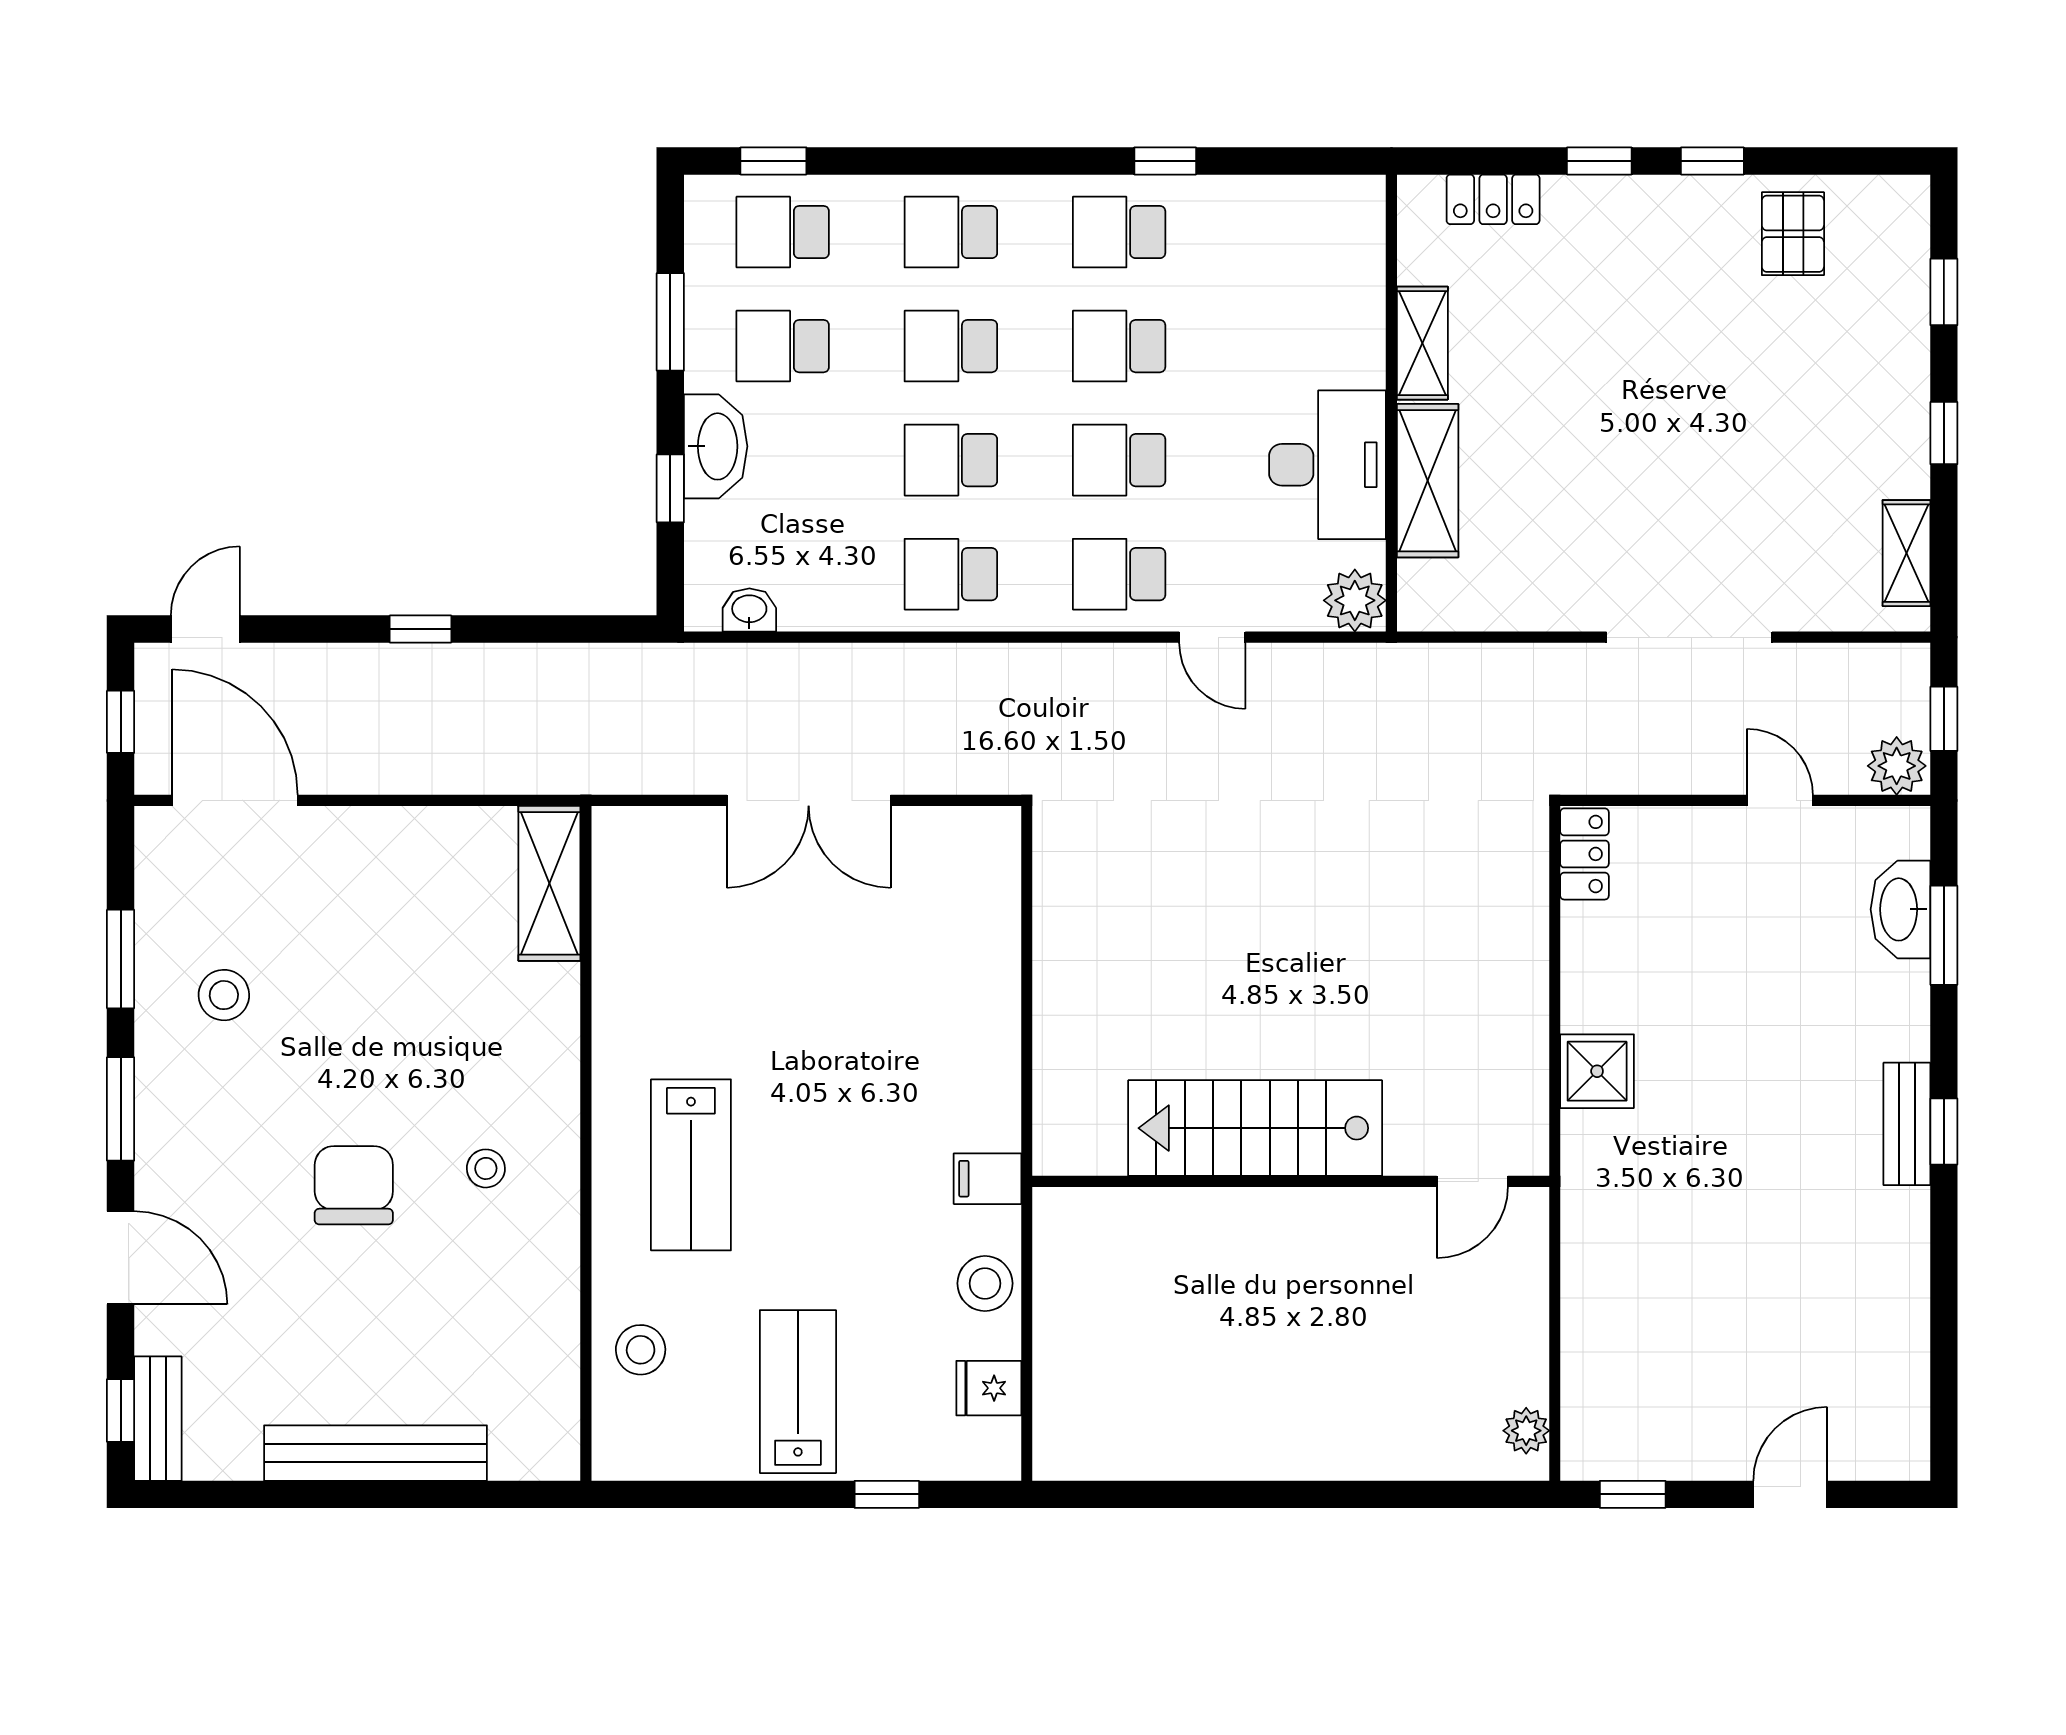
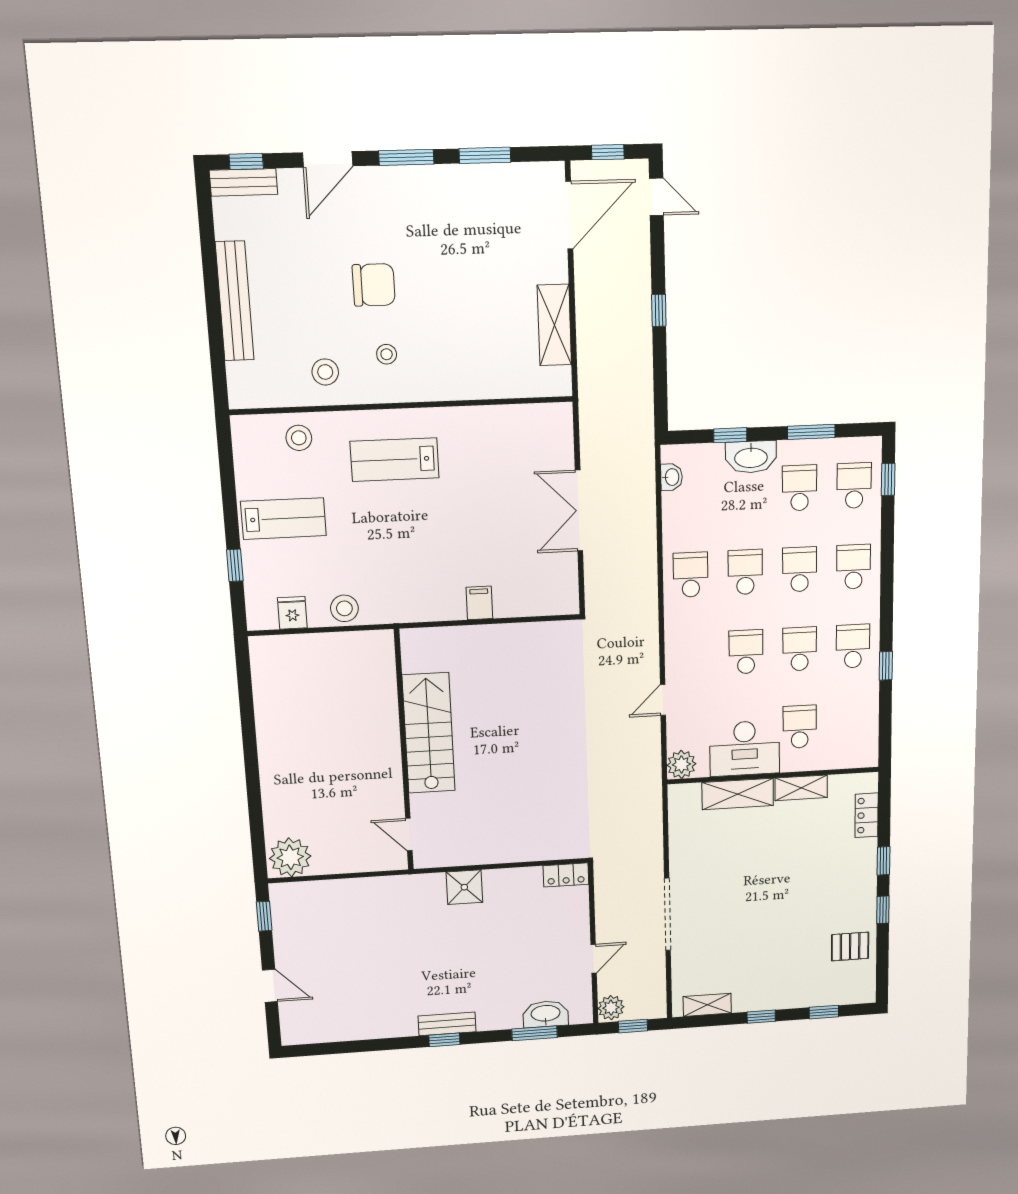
school desk: (1119, 574) -> (800, 727), moved
shelving: (549, 883) -> (554, 325), moved, turned 90
stool: (224, 995) -> (325, 372), moved
filing cabinet: (988, 1179) -> (479, 603), moved
plant: (1526, 1431) -> (290, 857), width x1.88, depth x1.88

